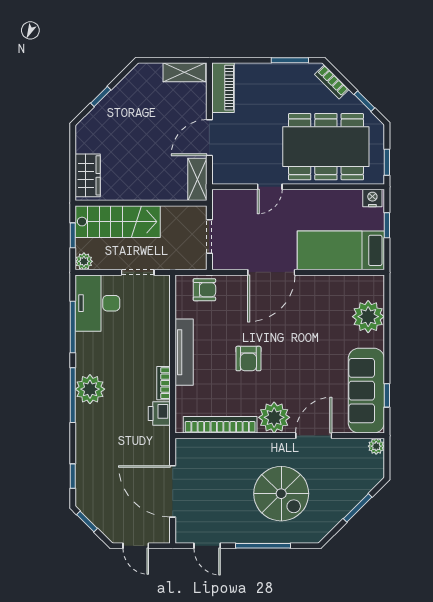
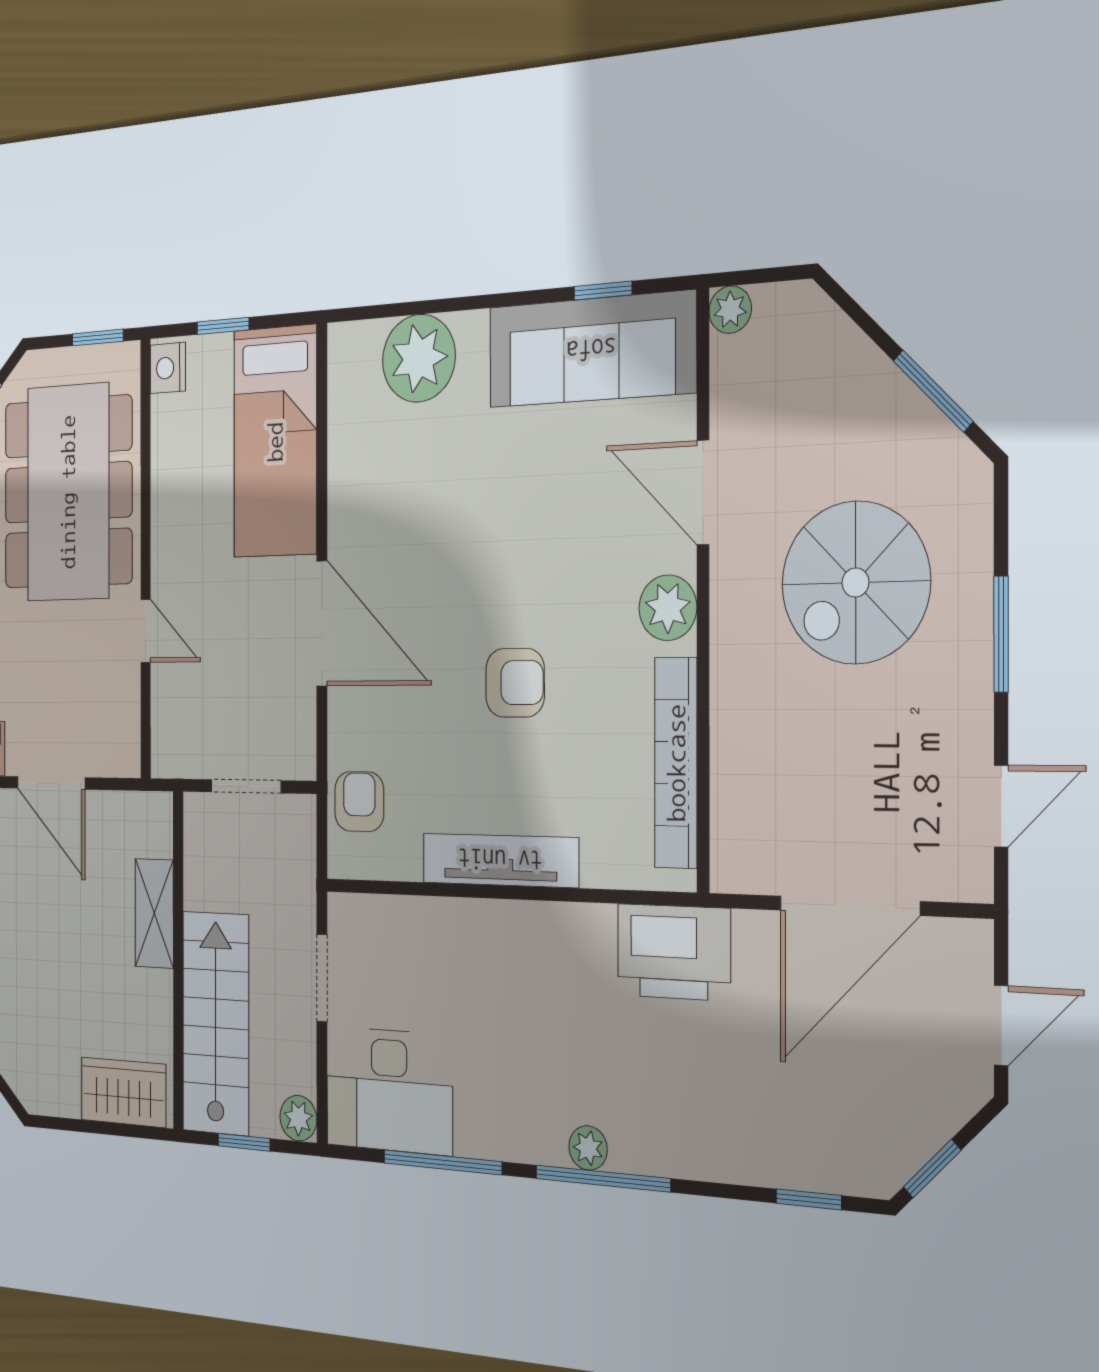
shelving: (197, 179) -> (154, 913), moved, turned 90
bookcase: (164, 383) -> (573, 921), removed
plant: (90, 389) -> (588, 1148), width x0.53, depth x0.53
printer: (159, 414) -> (674, 952), width x1.87, depth x1.48
plant: (274, 417) -> (668, 608), width x0.73, depth x0.73
spiral stairs: (281, 494) -> (856, 583), turned 180
window: (358, 508) -> (933, 391), moved
window: (263, 546) -> (1001, 634), width x0.69

